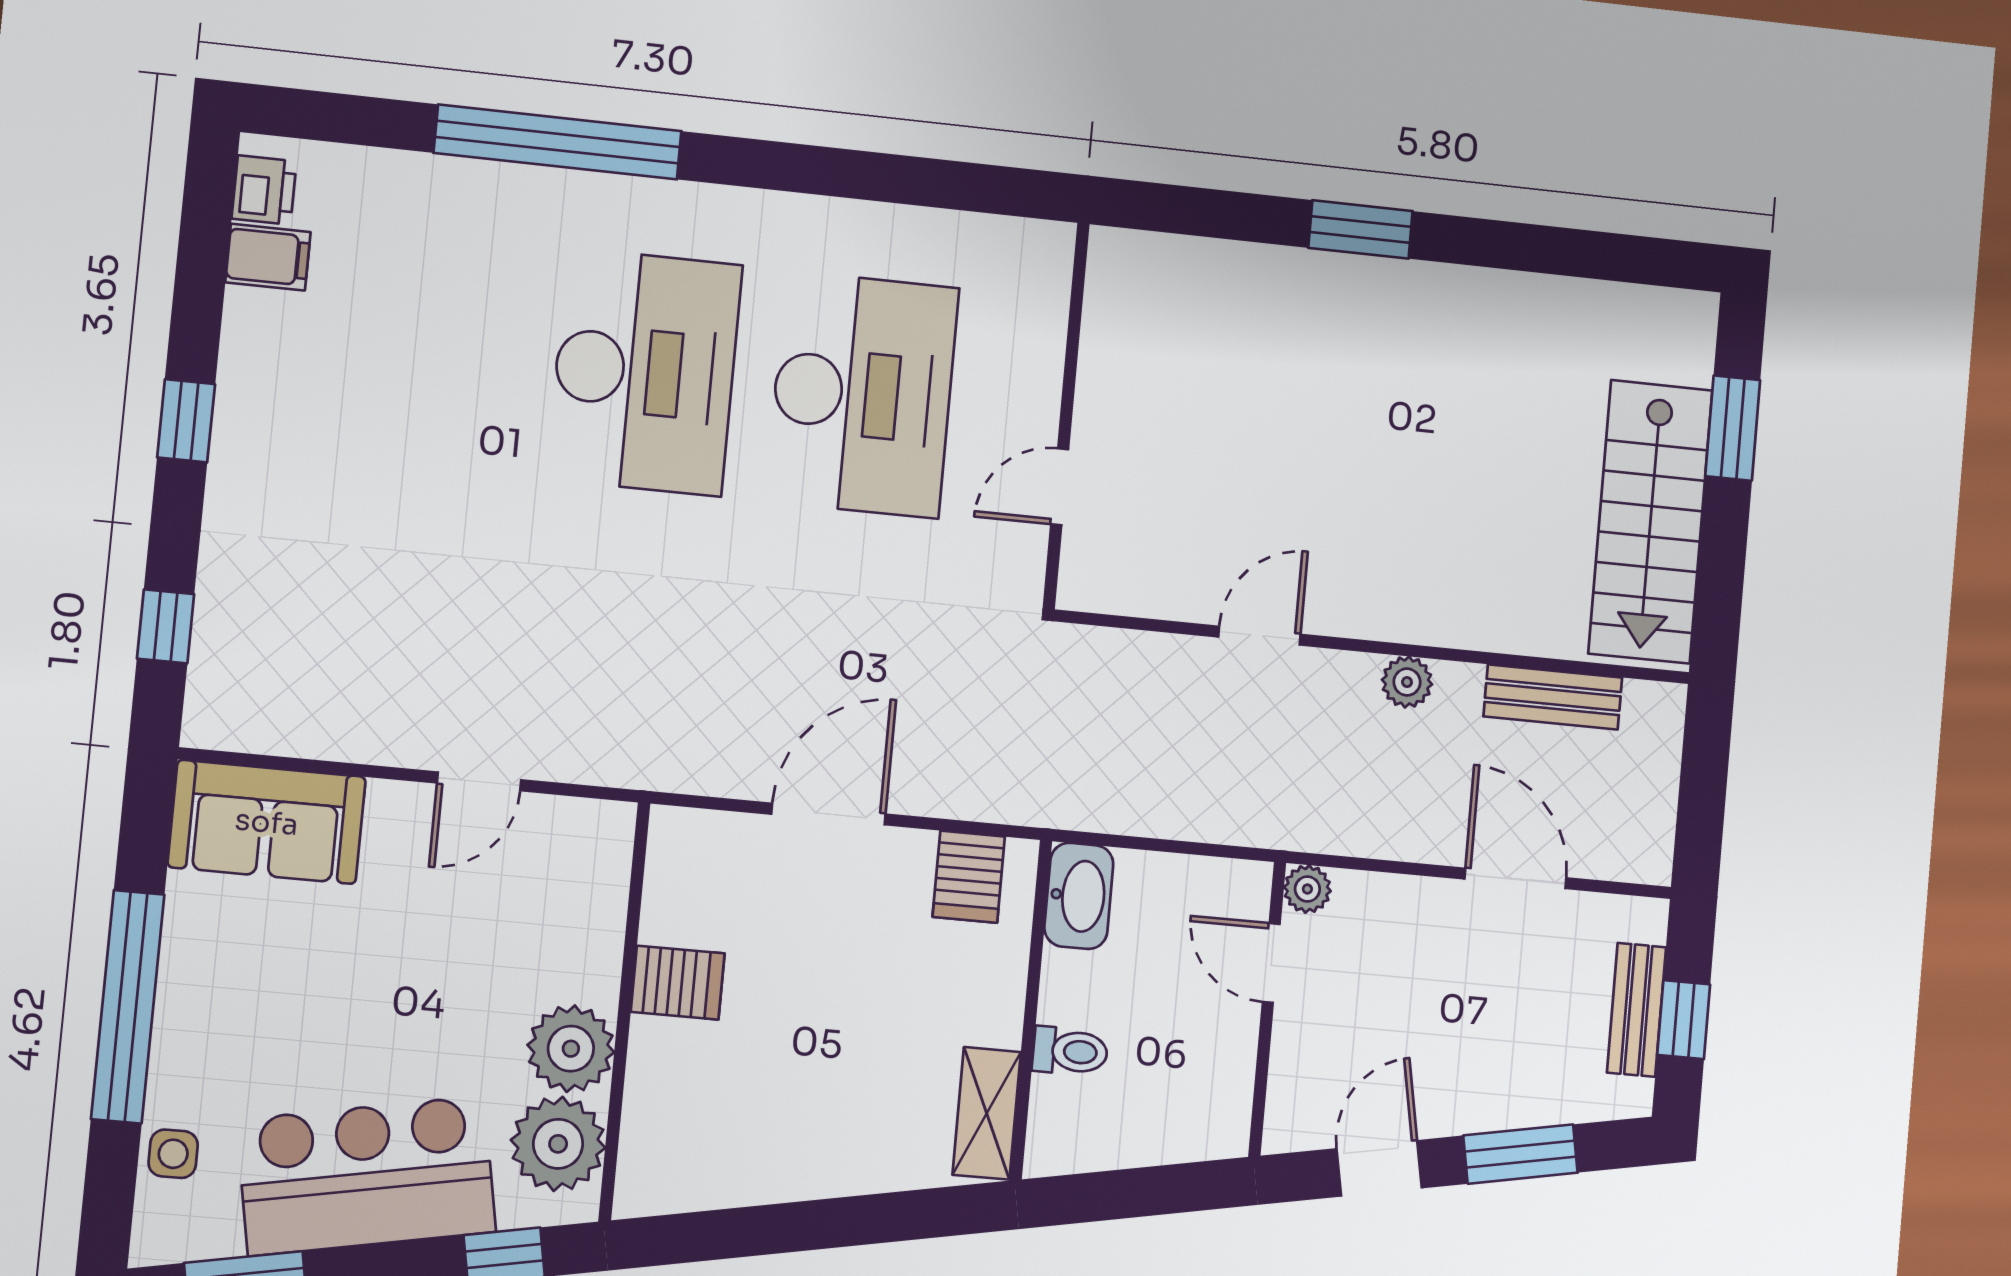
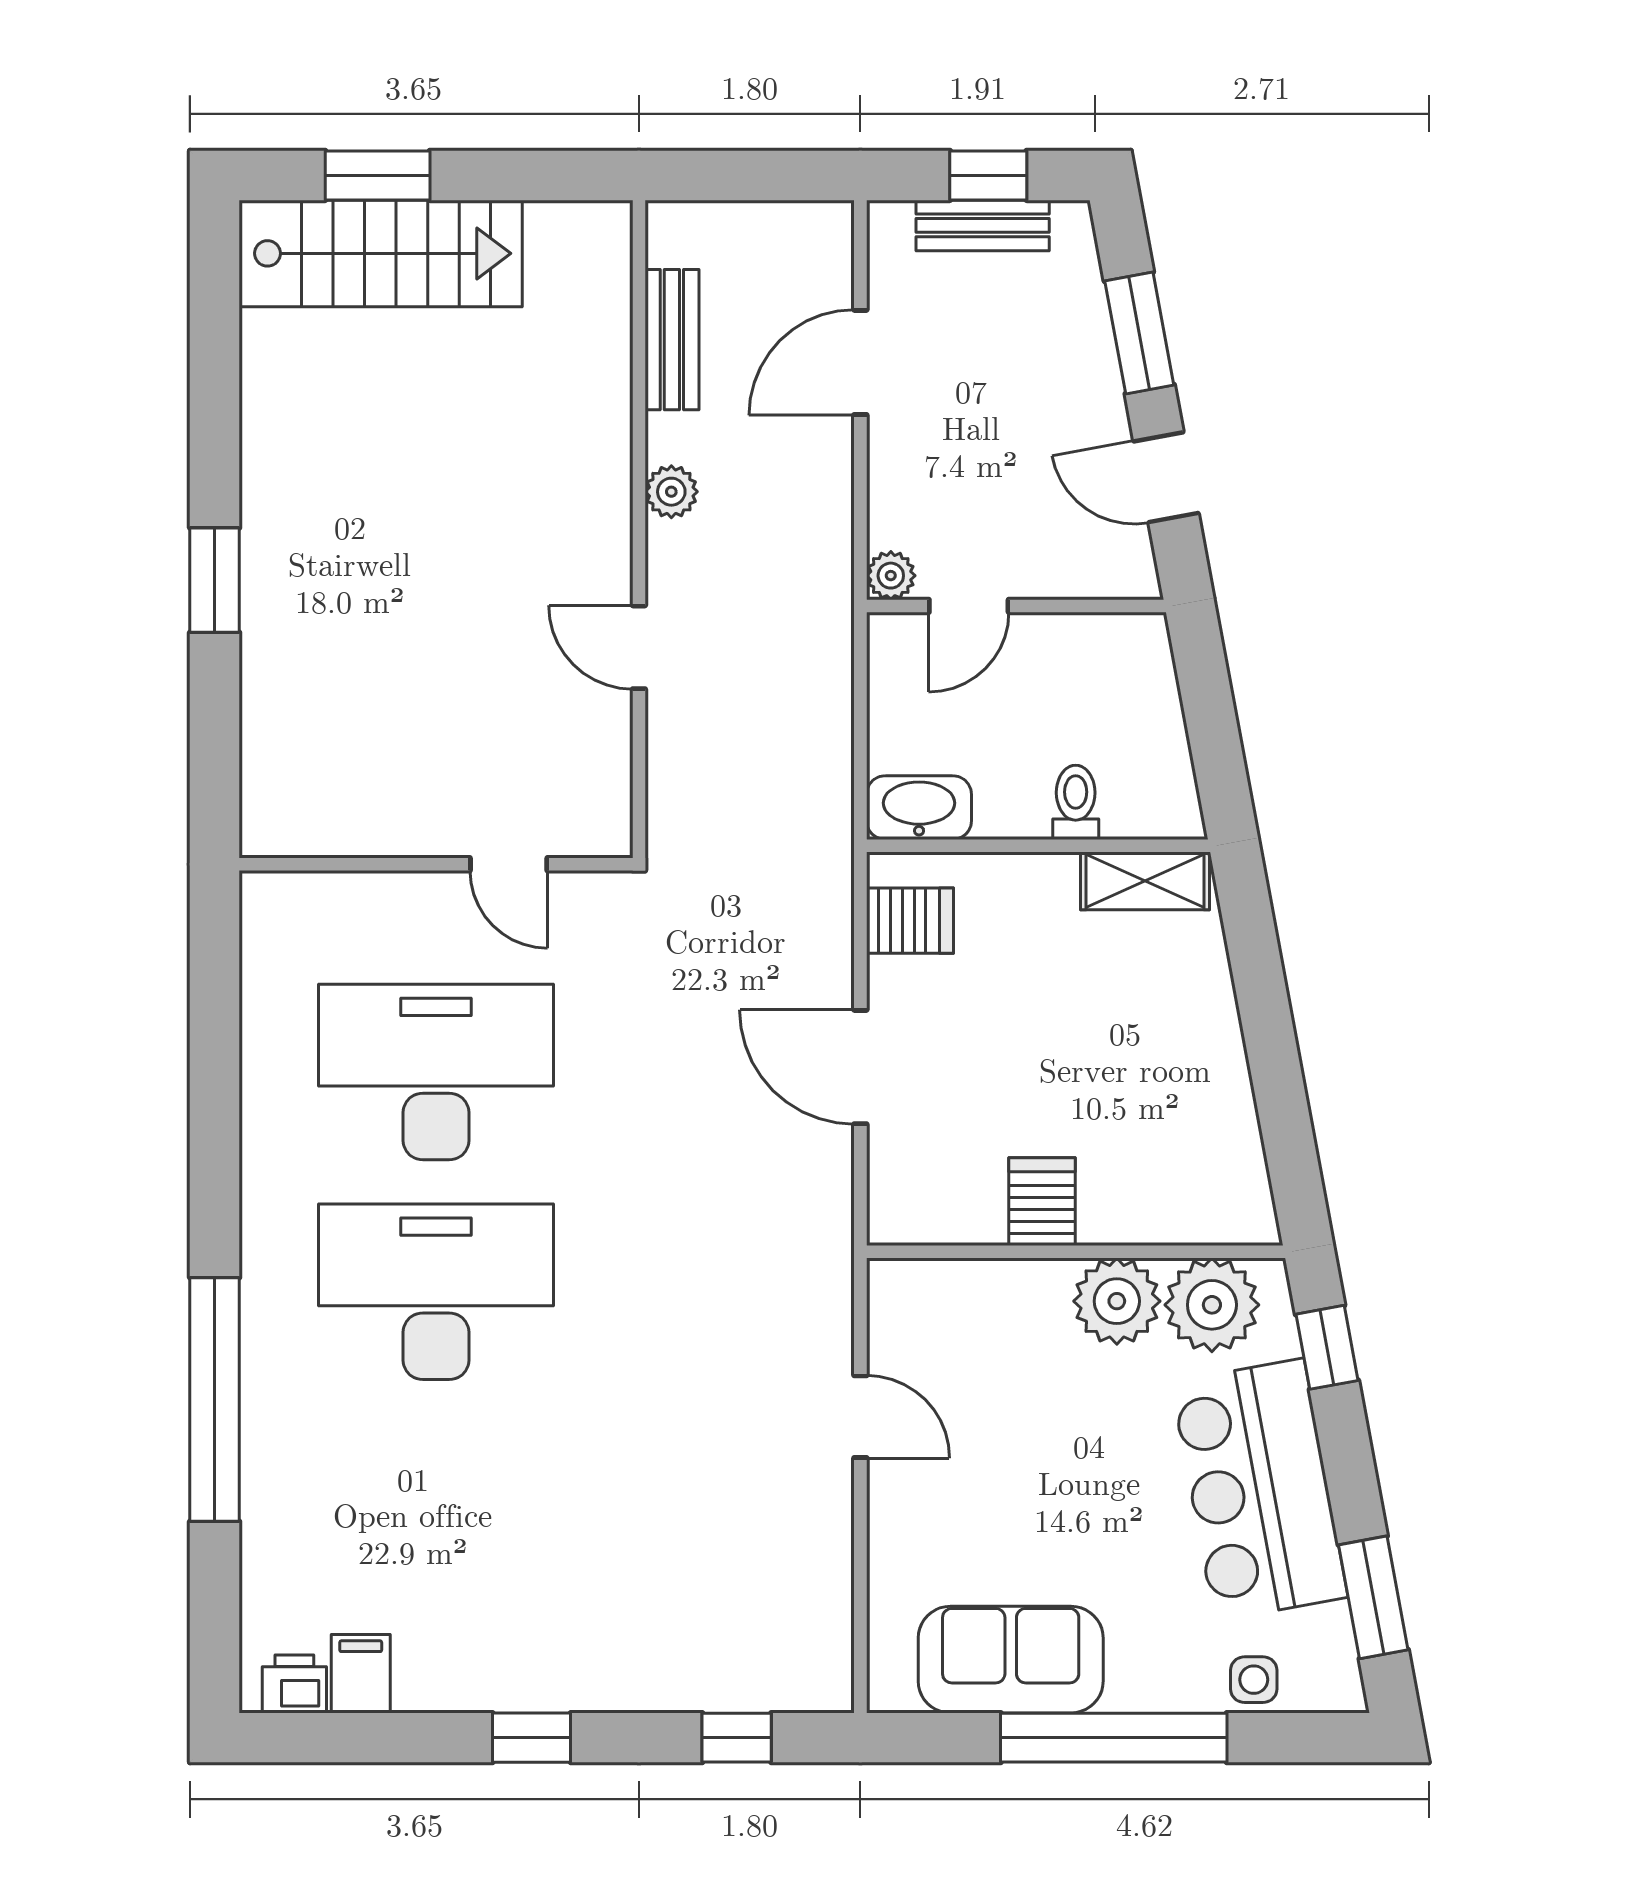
stairs: (1650, 522) -> (381, 253), moved
sofa: (267, 822) -> (1011, 1660), moved, turned -90

